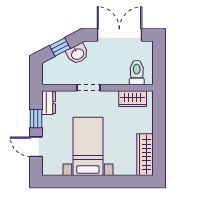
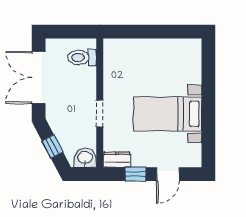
washbasin: (77, 54) -> (85, 158), moved, turned -62
wardrobe: (133, 99) -> (112, 62), removed
wardrobe: (145, 155) -> (177, 48), removed

